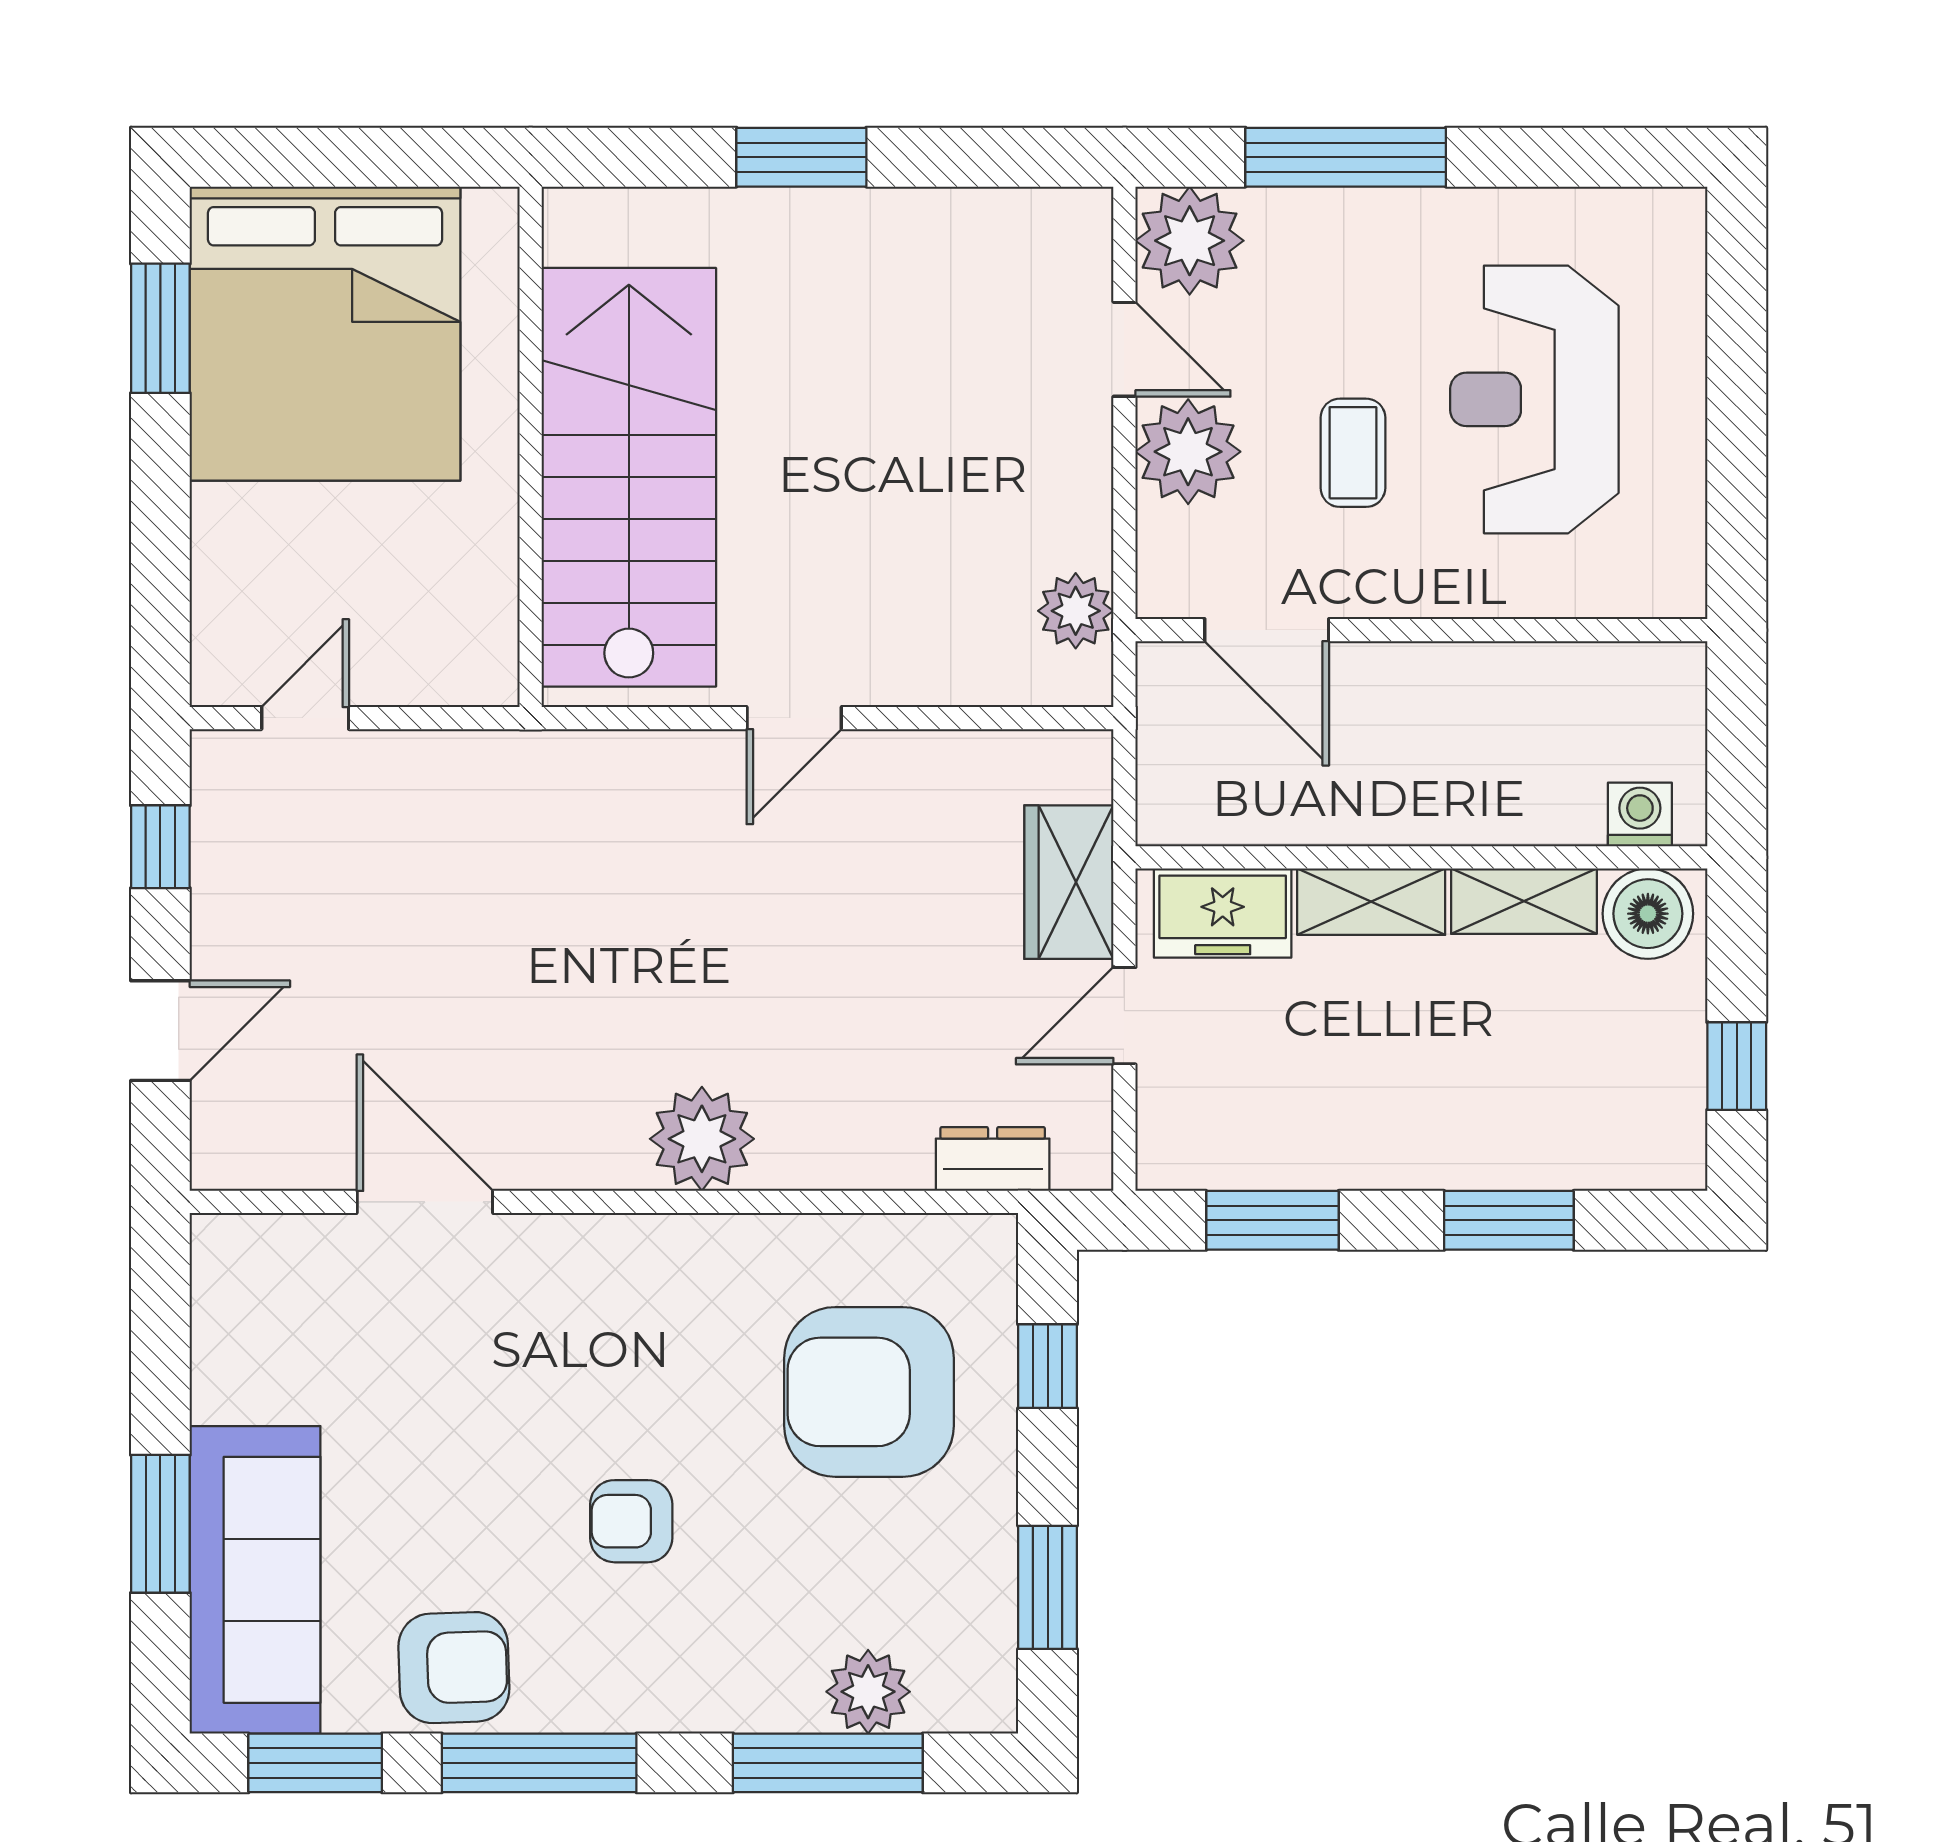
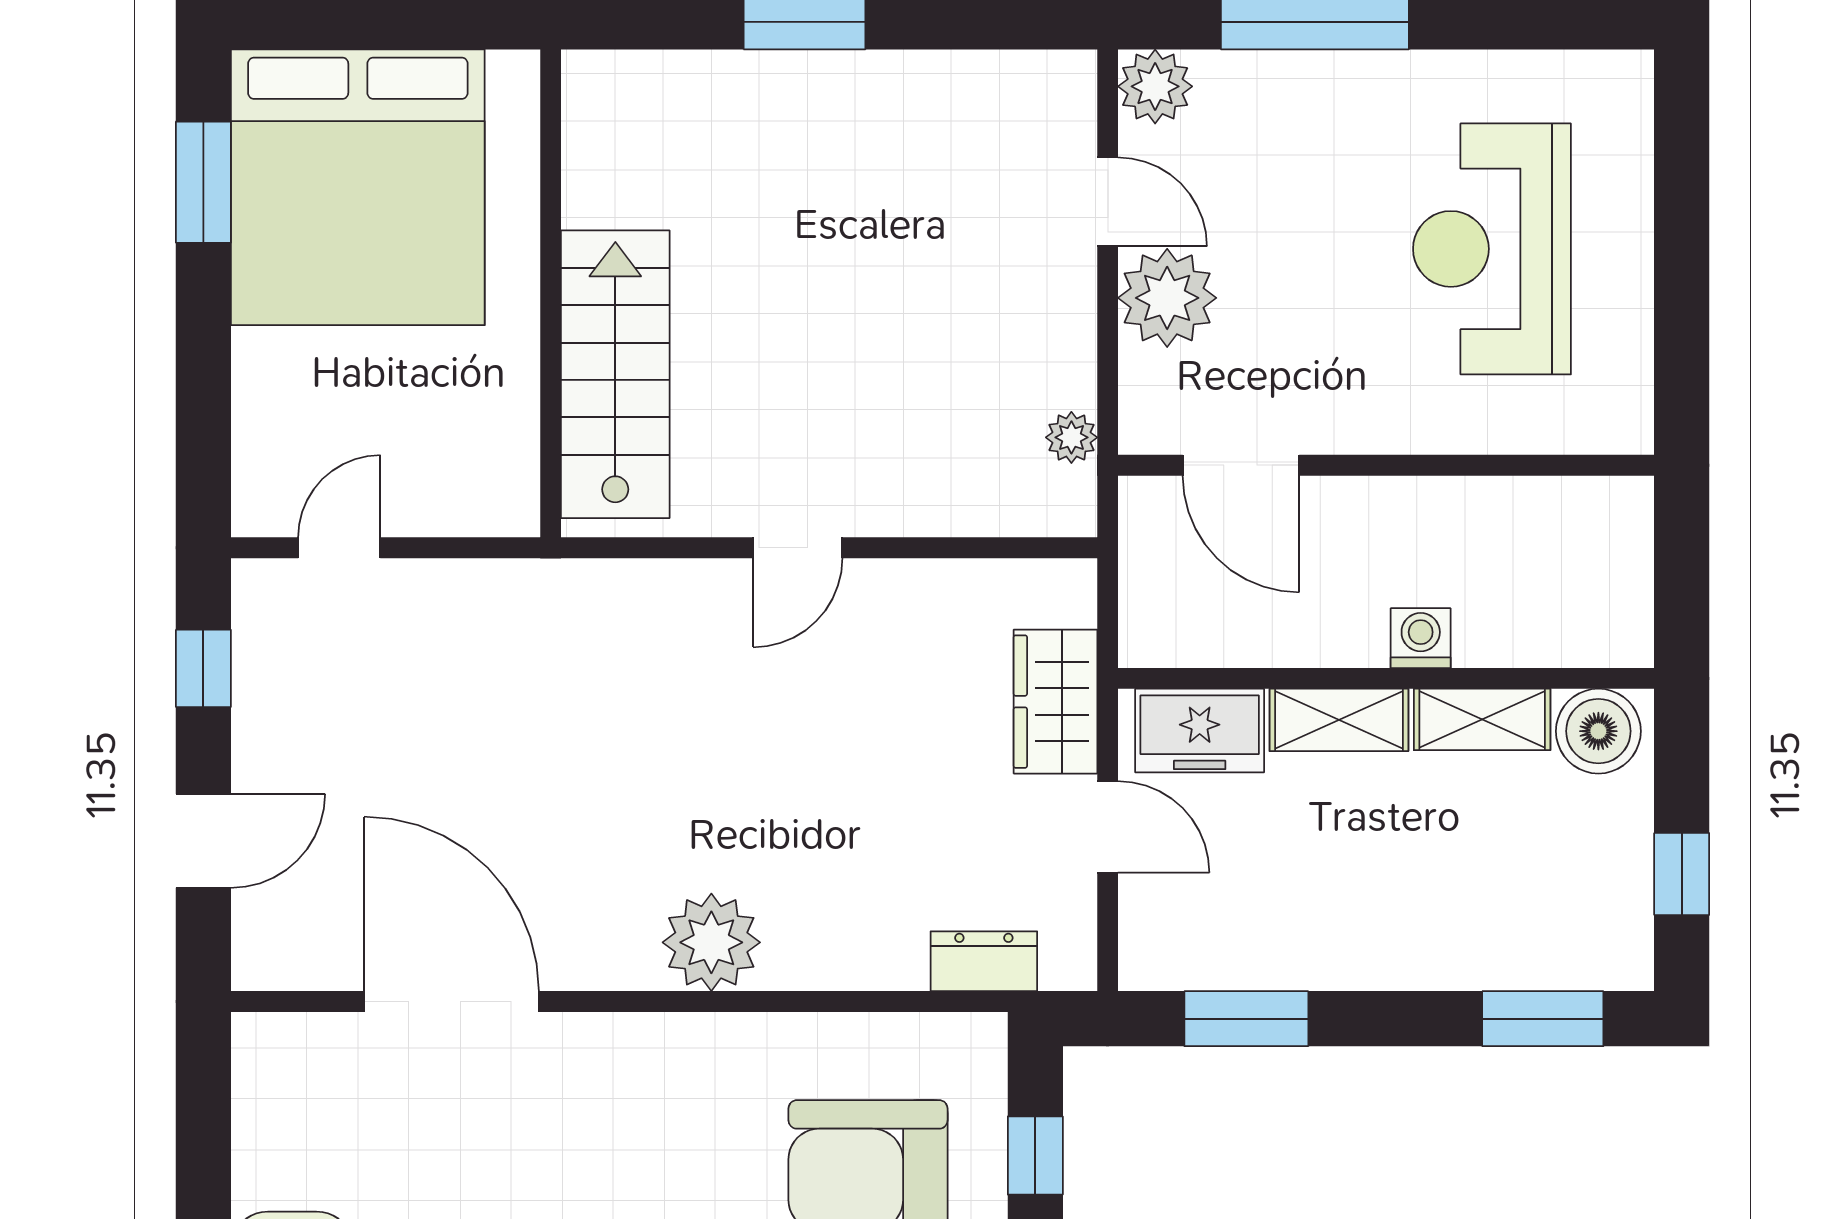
plant: (1190, 241) -> (1155, 86), width x0.73, depth x0.73
coffee table: (1353, 453) -> (1322, 299), removed
stairs: (629, 477) -> (615, 374), width x0.73, depth x0.66
plant: (1076, 611) -> (1071, 437), width x0.73, depth x0.73
washing machine: (1640, 814) -> (1421, 638), moved
door: (1124, 1016) -> (1108, 827), swing flipped
door: (425, 1202) -> (452, 1002), width x1.36
window: (1509, 1220) -> (1543, 1019), moved

